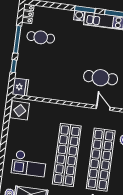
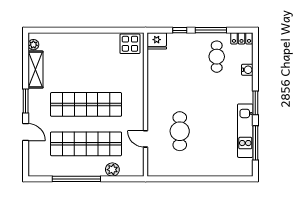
water cooler: (79, 16) -> (247, 70), moved
door: (103, 108) -> (146, 139), swing flipped
checkout: (29, 163) -> (71, 62), removed

